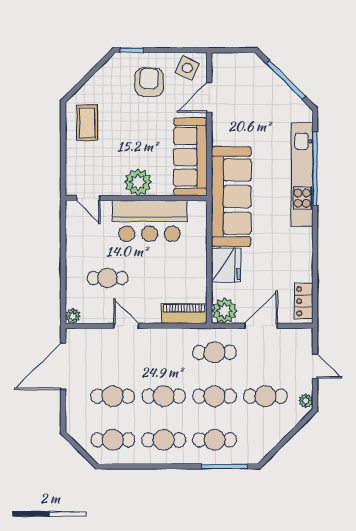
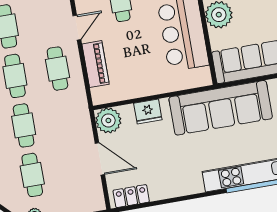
fridge: (226, 265) -> (148, 111), width x0.73, depth x0.75
piano: (184, 314) -> (96, 64), moved
cafe table: (215, 352) -> (57, 69), moved

